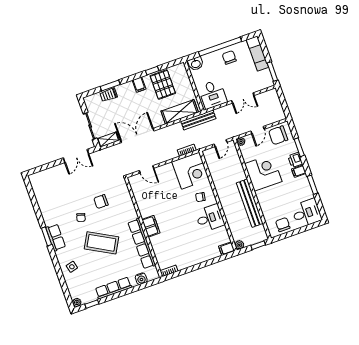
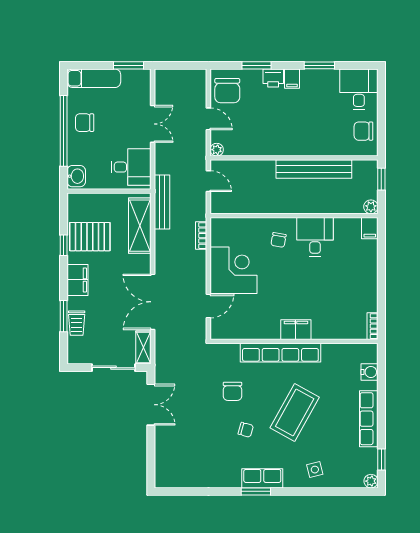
filing cabinet: (139, 85) -> (77, 280), width x2.00
corner desk: (190, 171) -> (234, 270), moved
corner desk: (263, 173) -> (275, 133), removed
row of seats: (142, 244) -> (280, 353), moved

